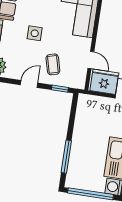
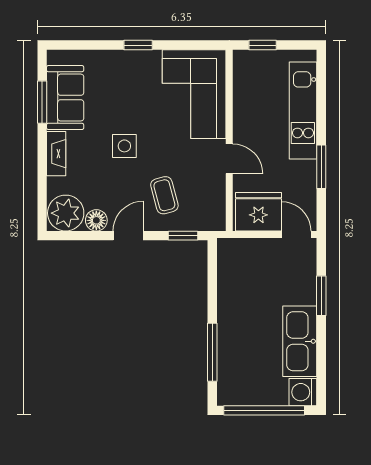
door: (91, 60) -> (229, 159), moved
floor lamp: (13, 73) -> (96, 220), added

